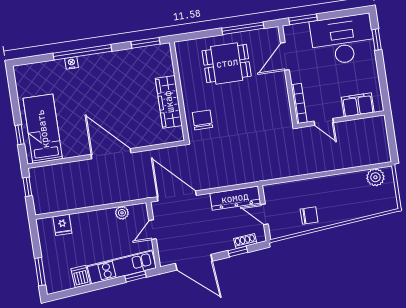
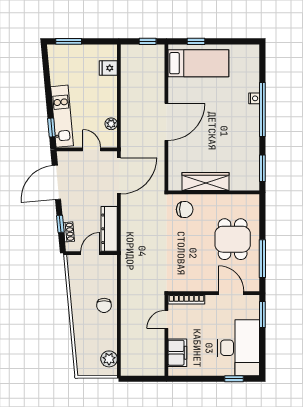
chair: (309, 216) -> (104, 305), moved
dishwasher: (81, 276) -> (59, 78), removed

